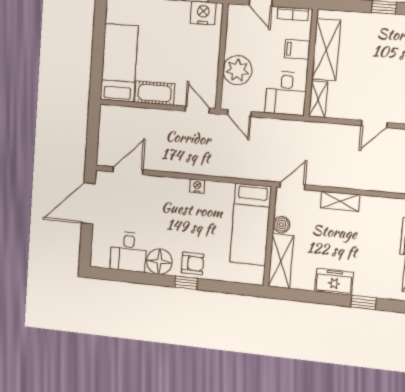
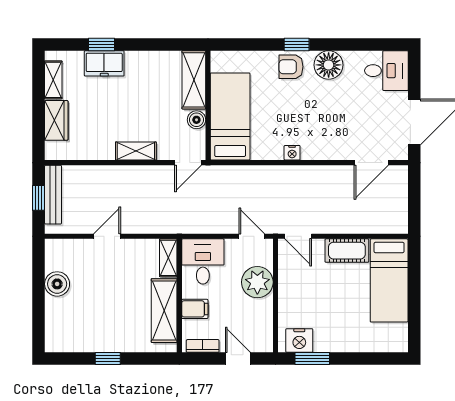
desk: (128, 252) -> (386, 71), moved, turned 90
freezer: (334, 282) -> (104, 63), moved

